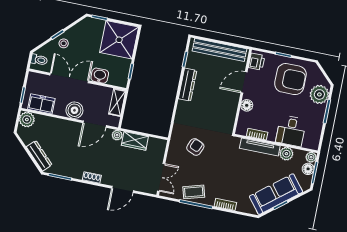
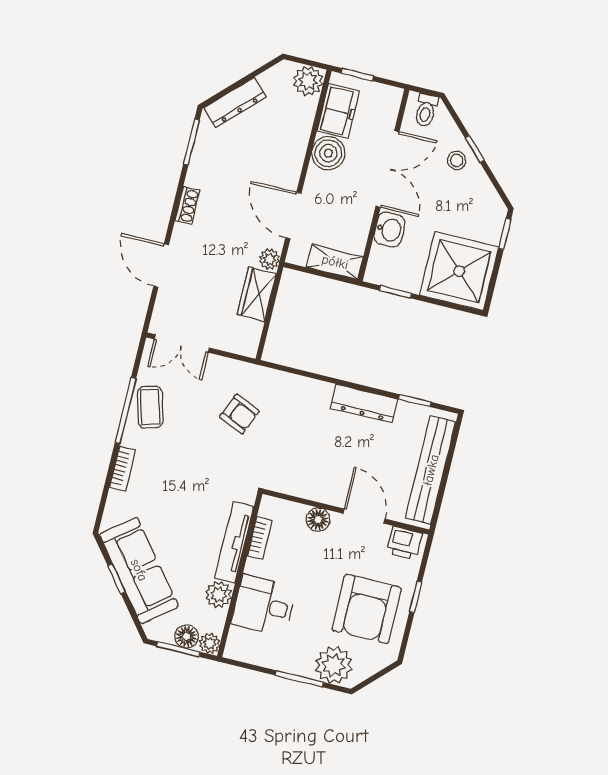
boiler: (74, 110) -> (328, 153), moved

